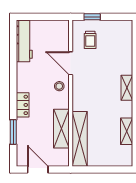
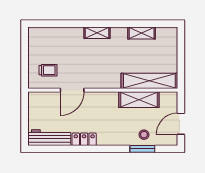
window: (92, 17) -> (25, 68), removed
stool: (59, 86) -> (144, 135), moved
locker: (23, 105) -> (84, 139), moved

